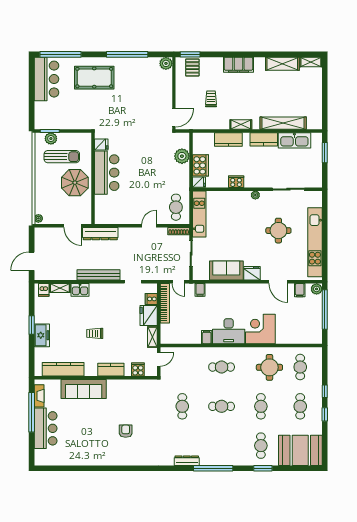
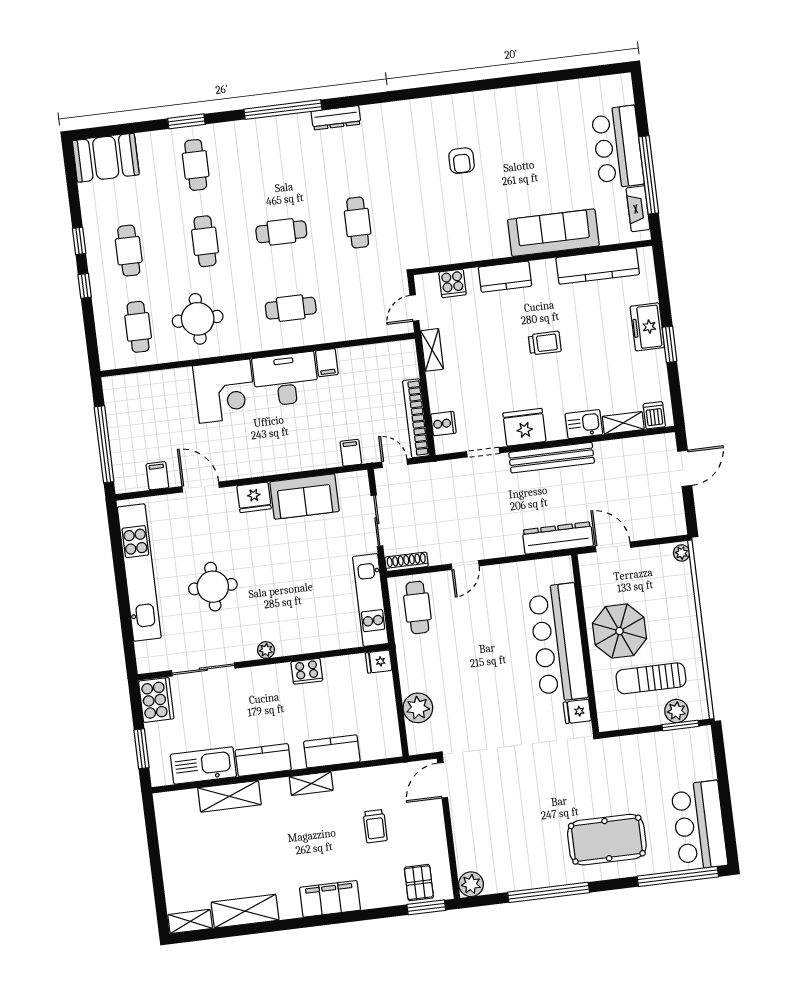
shelving: (283, 123) -> (229, 796), width x0.68
cooker: (201, 165) -> (156, 700), moved, turned 180
bar counter: (107, 173) -> (558, 643), width x1.36
plant: (317, 289) -> (125, 482), removed
fridge: (149, 316) -> (524, 427), moved, turned -90
booth: (300, 450) -> (106, 158), width x0.73, depth x0.70

